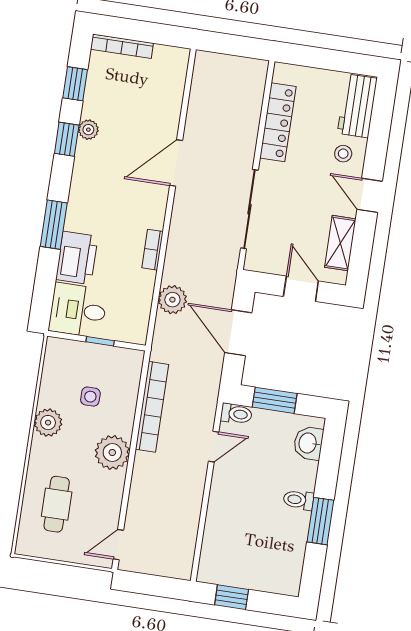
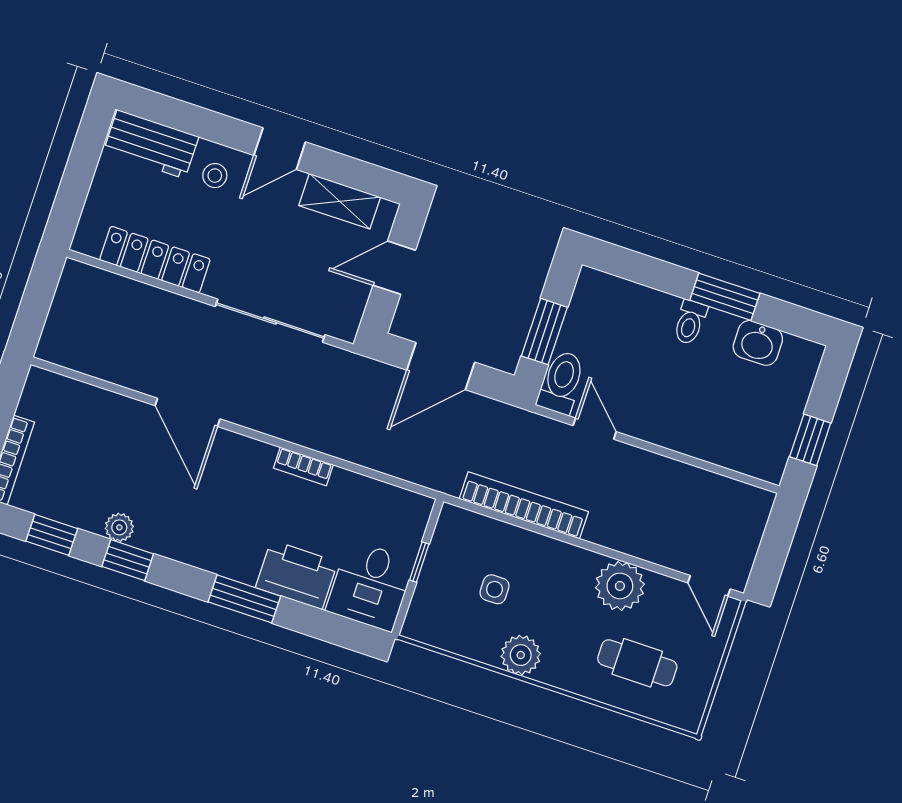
plant: (172, 300) -> (378, 451), removed
toilet: (236, 414) -> (561, 382), width x1.37, depth x1.39
washbasin: (308, 443) -> (758, 343), moved
plant: (112, 453) -> (620, 586), moved

